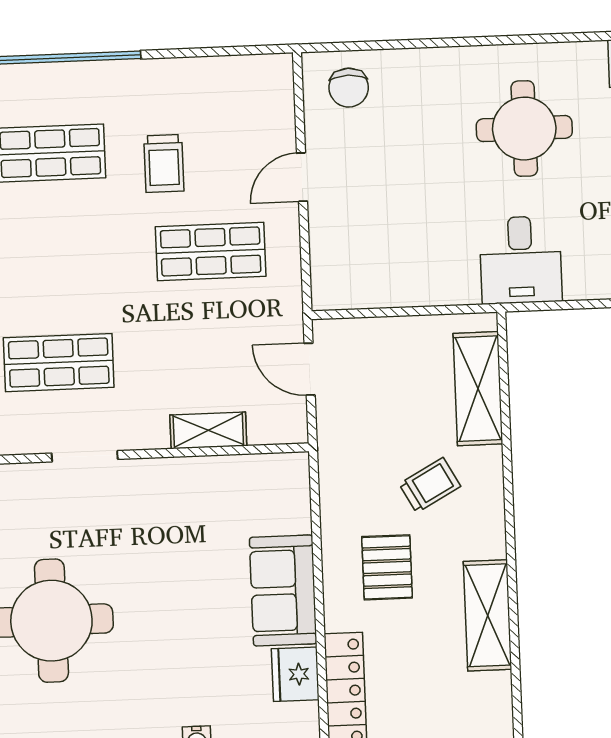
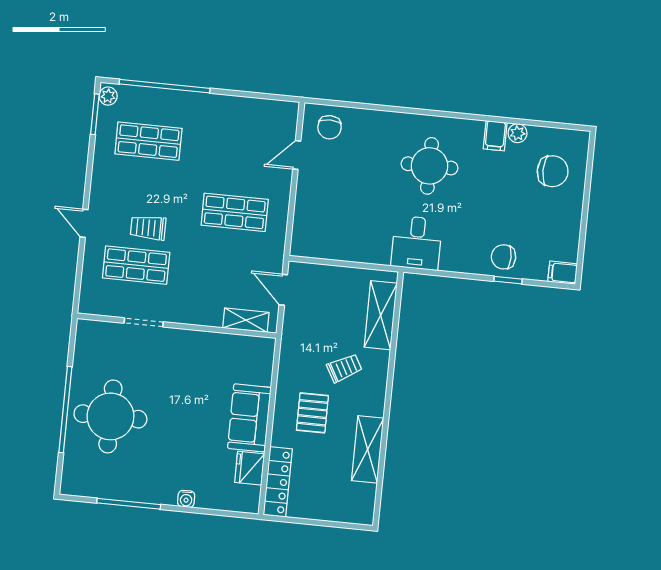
trolley: (164, 163) -> (148, 228), moved, turned 90
door: (302, 177) -> (297, 155), moved
shelving: (208, 430) -> (246, 320), moved

